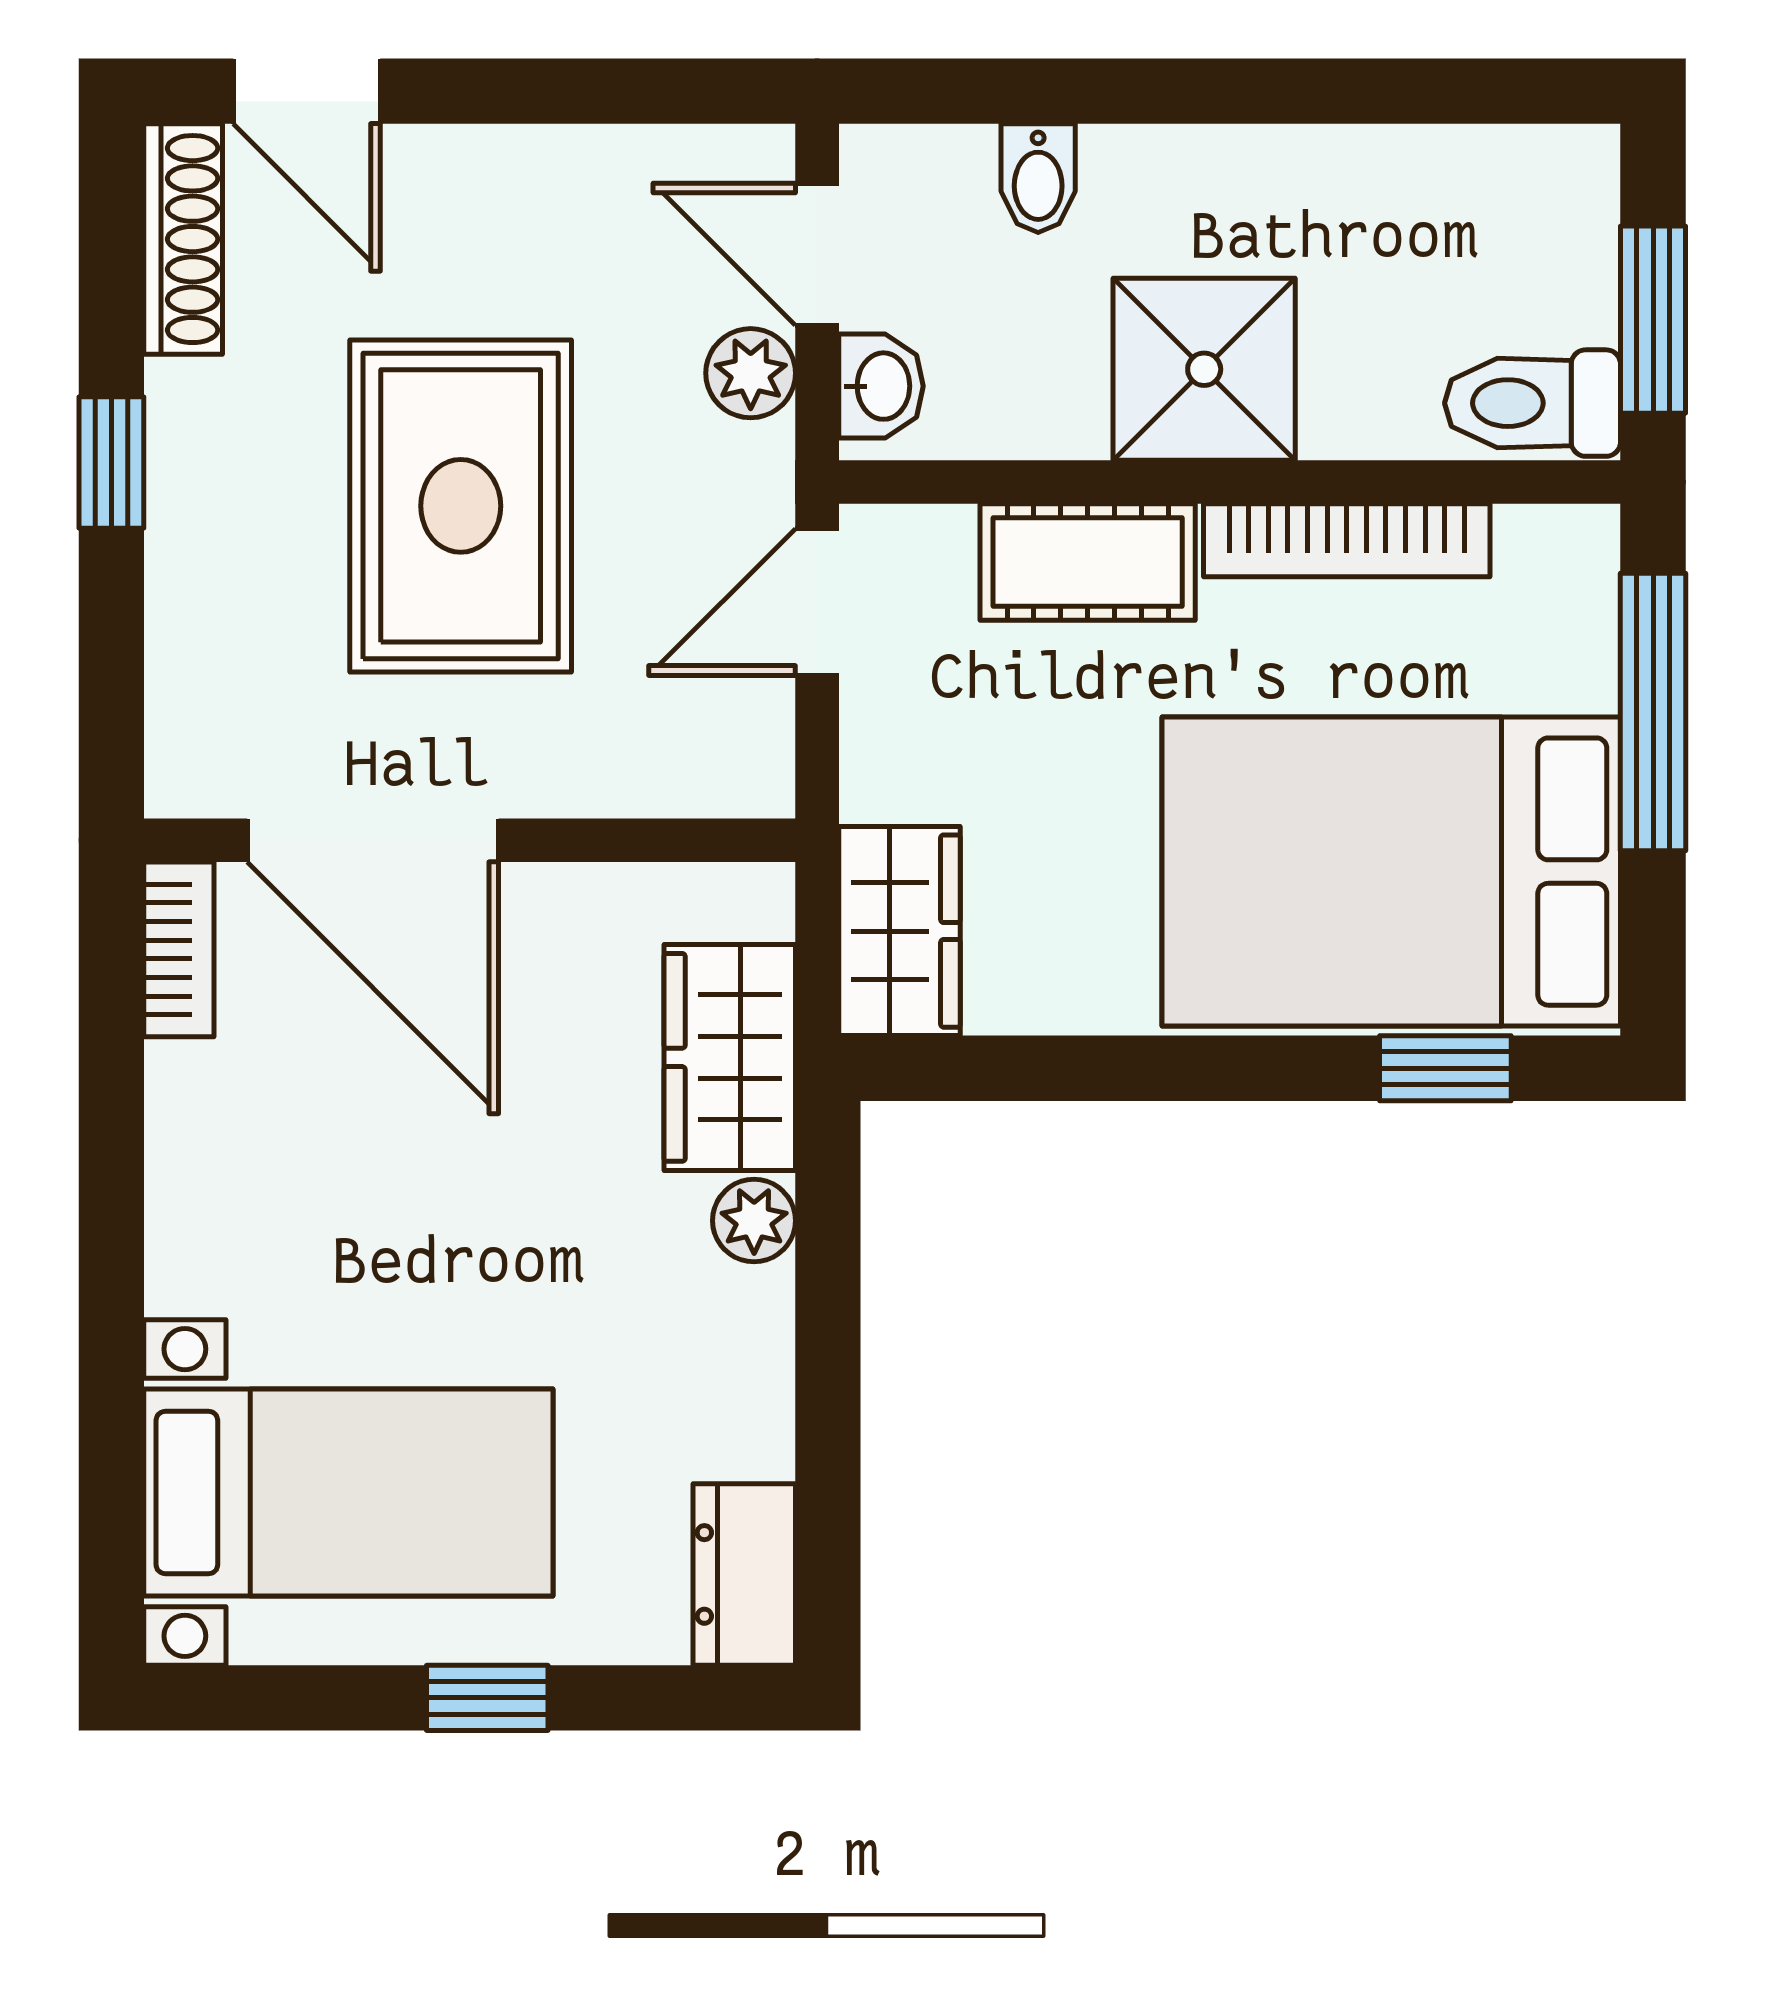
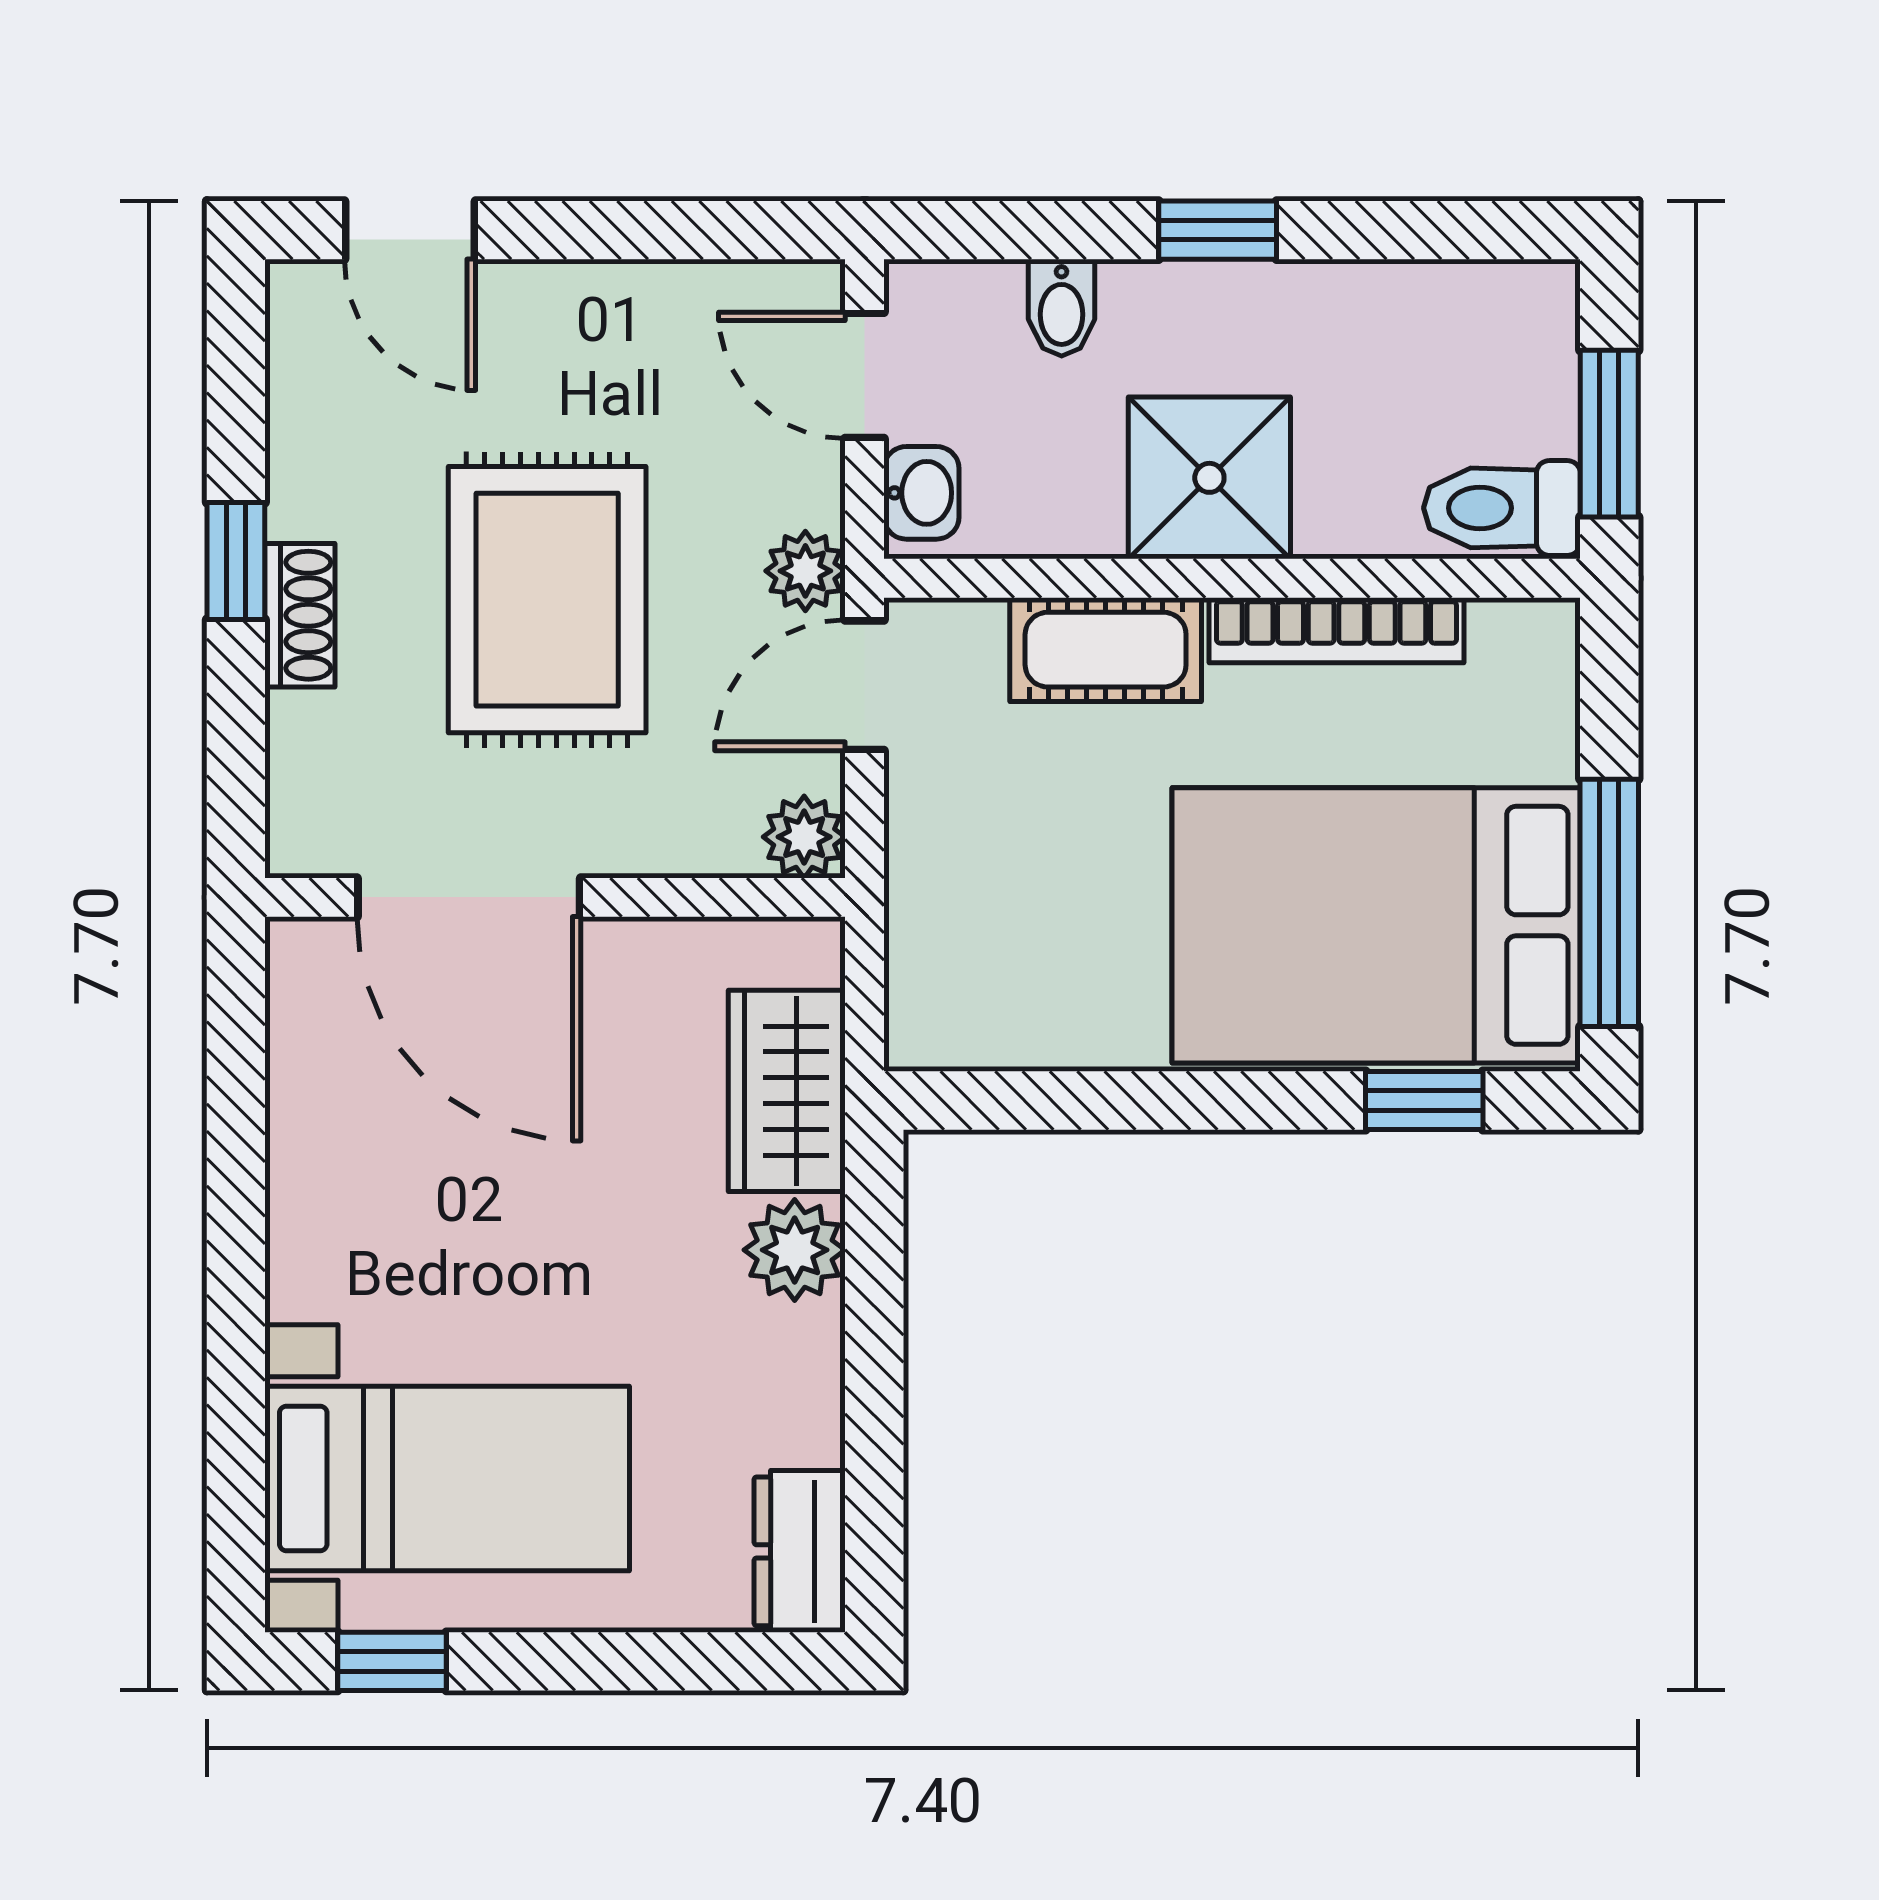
window: (1213, 91) -> (1218, 230), added
shoe rack: (183, 239) -> (300, 615), moved, width x0.70
plant: (751, 373) -> (805, 571), moved
window: (1653, 712) -> (1609, 903), moved
plant: (749, 772) -> (804, 837), added
wardrobe: (899, 931) -> (938, 978), removed
bookcase: (179, 949) -> (296, 995), removed
plant: (754, 1221) -> (795, 1250), width x1.38, depth x1.38
window: (487, 1698) -> (392, 1661), moved

